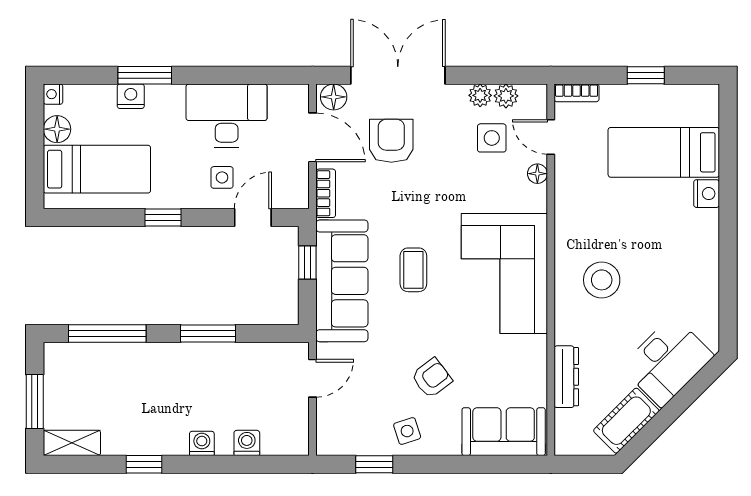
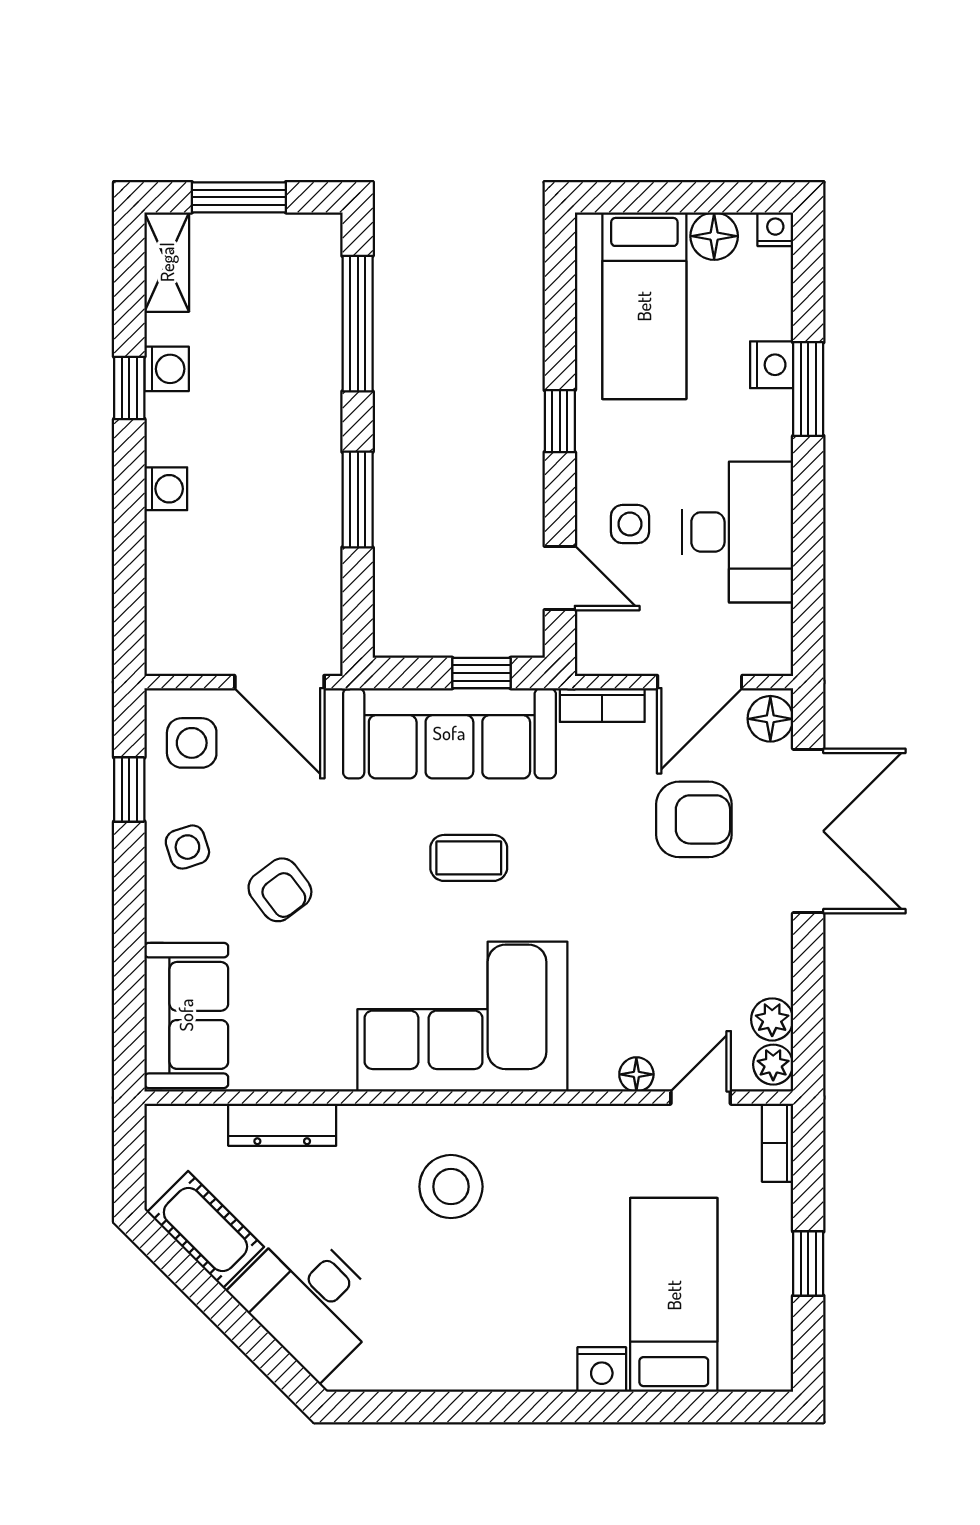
plant: (480, 95) -> (773, 1065), moved
side table: (492, 138) -> (192, 743), moved
door: (313, 378) -> (279, 682), width x1.38
washing machine: (247, 443) -> (167, 369), moved

